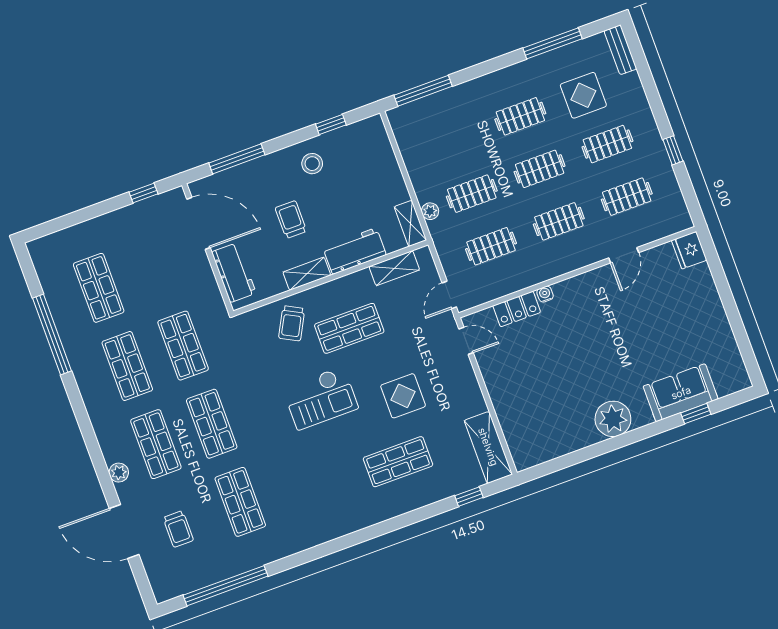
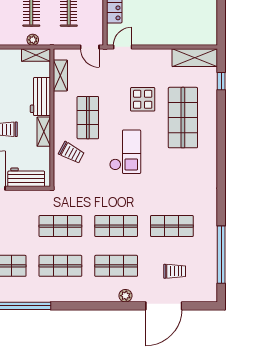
shop shelf: (398, 462) -> (183, 118), width x1.43, depth x1.36

